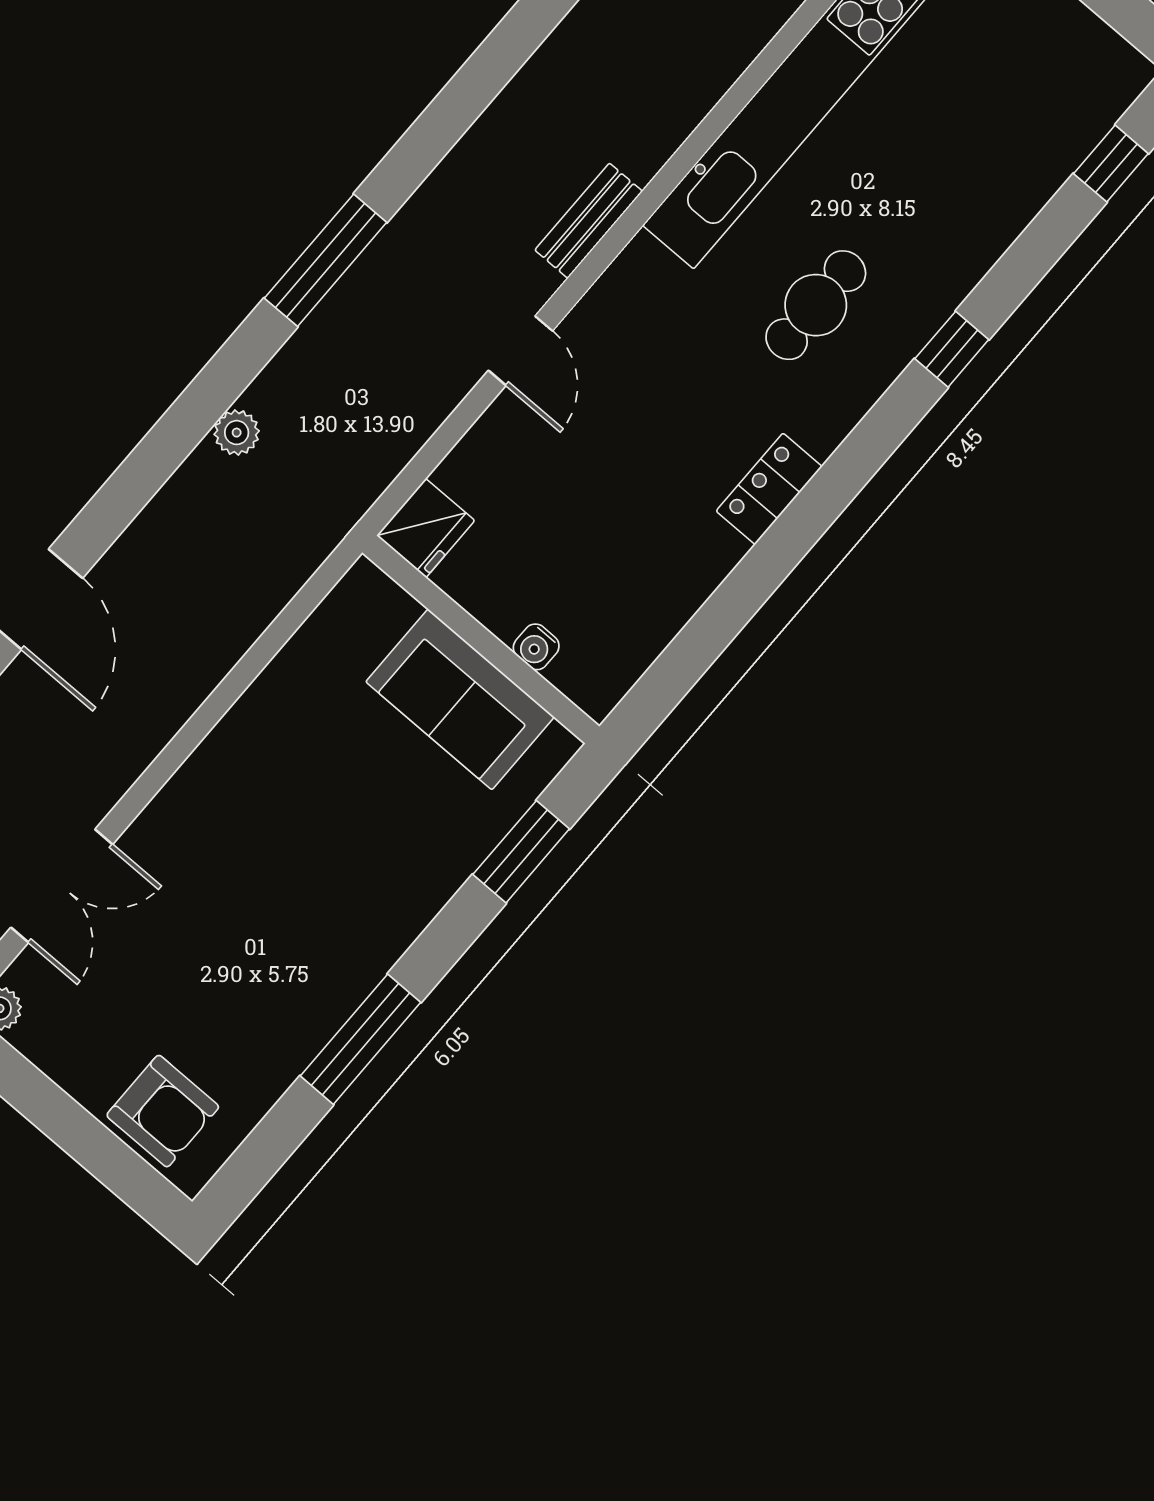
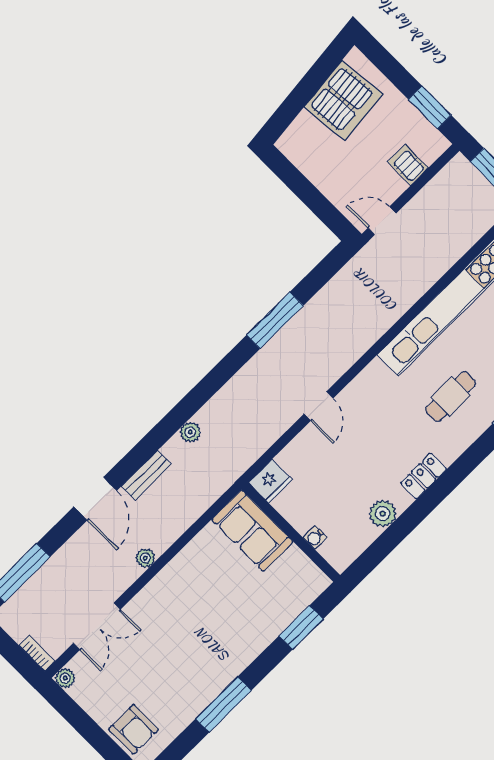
bench: (589, 221) -> (146, 475), moved
window: (326, 260) -> (275, 320), moved
plant: (684, 581) -> (383, 514), added
sofa: (460, 699) -> (252, 531), moved
plant: (158, 724) -> (145, 558), added

